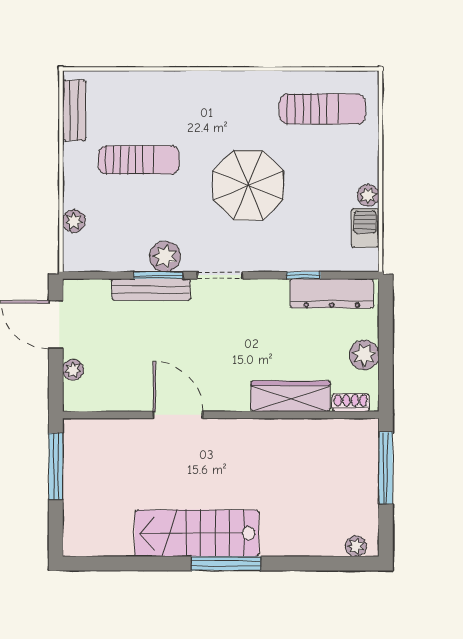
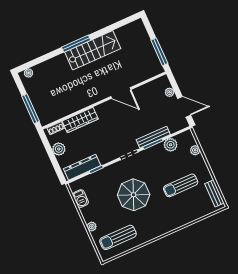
plant: (368, 195) -> (92, 227), moved
plant: (165, 257) -> (171, 145), moved

